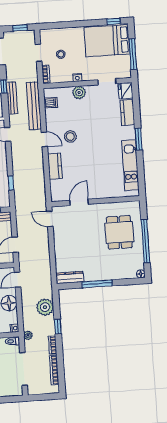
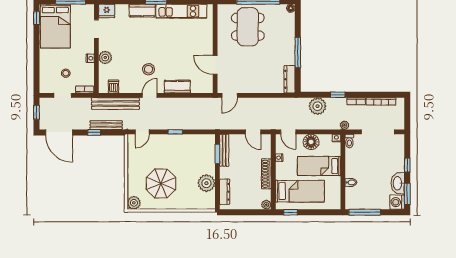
kitchen counter: (127, 112) -> (142, 11), moved
window: (11, 183) -> (175, 132), moved
dining table: (119, 232) -> (248, 27), width x1.37

